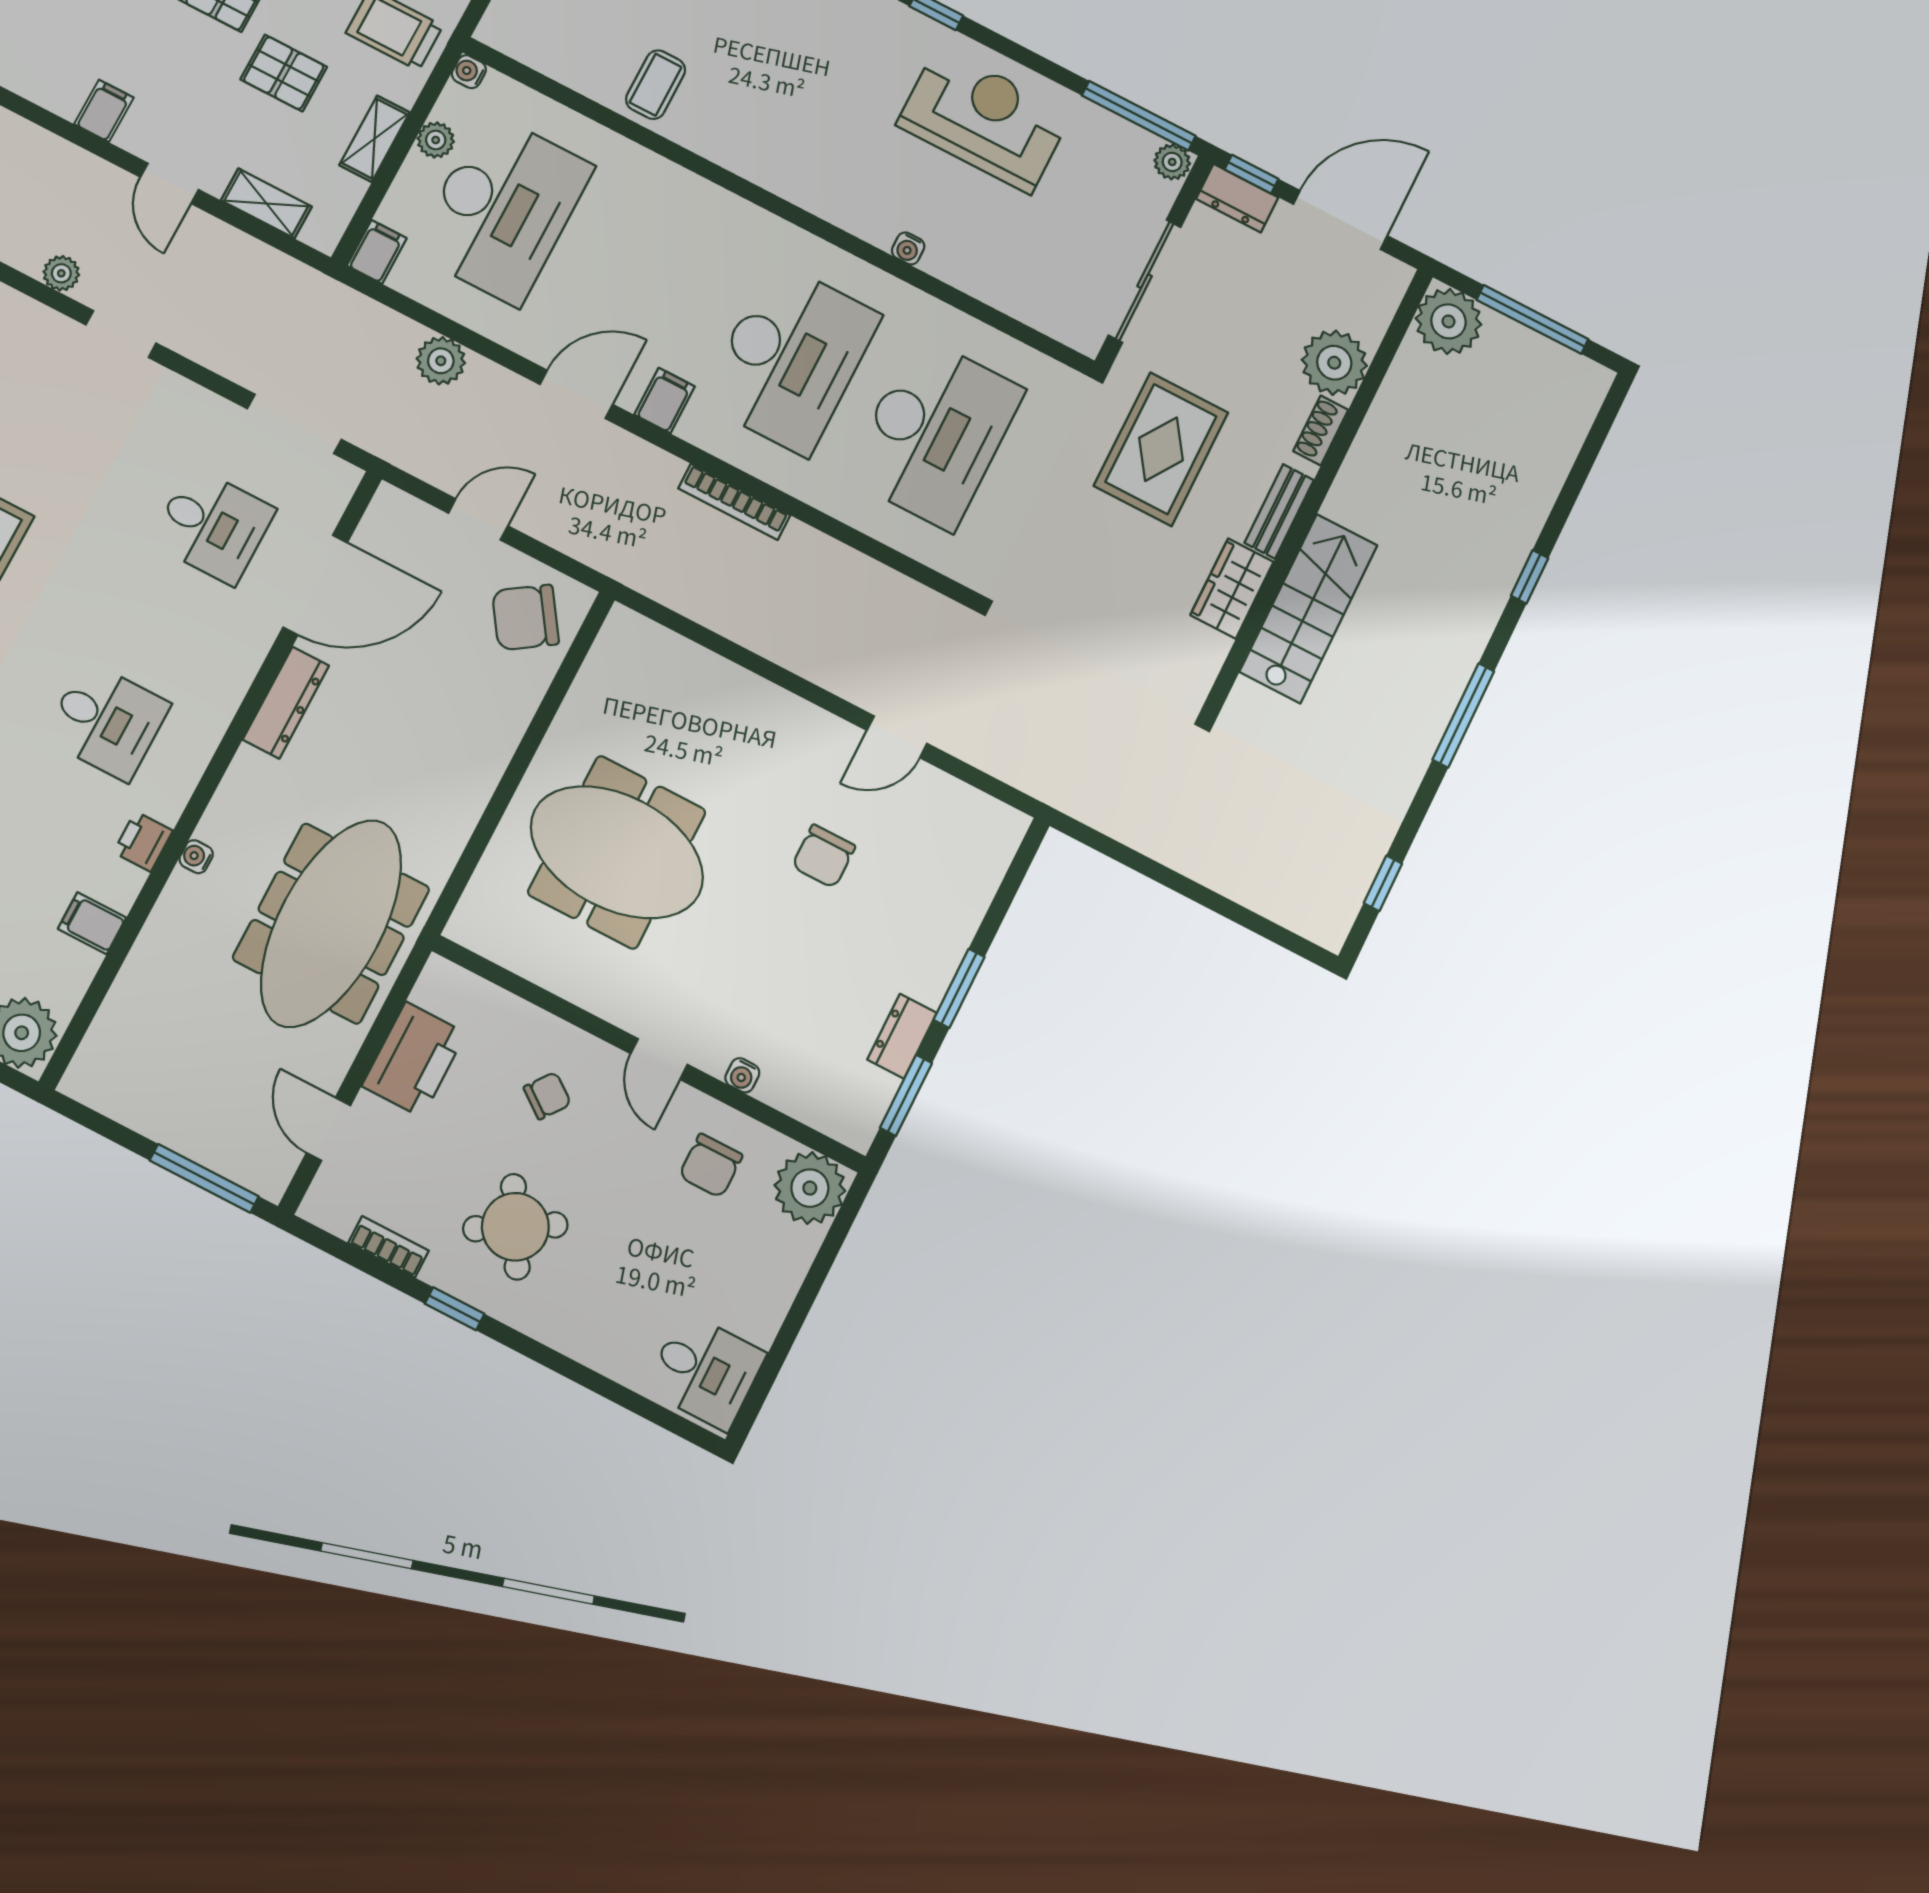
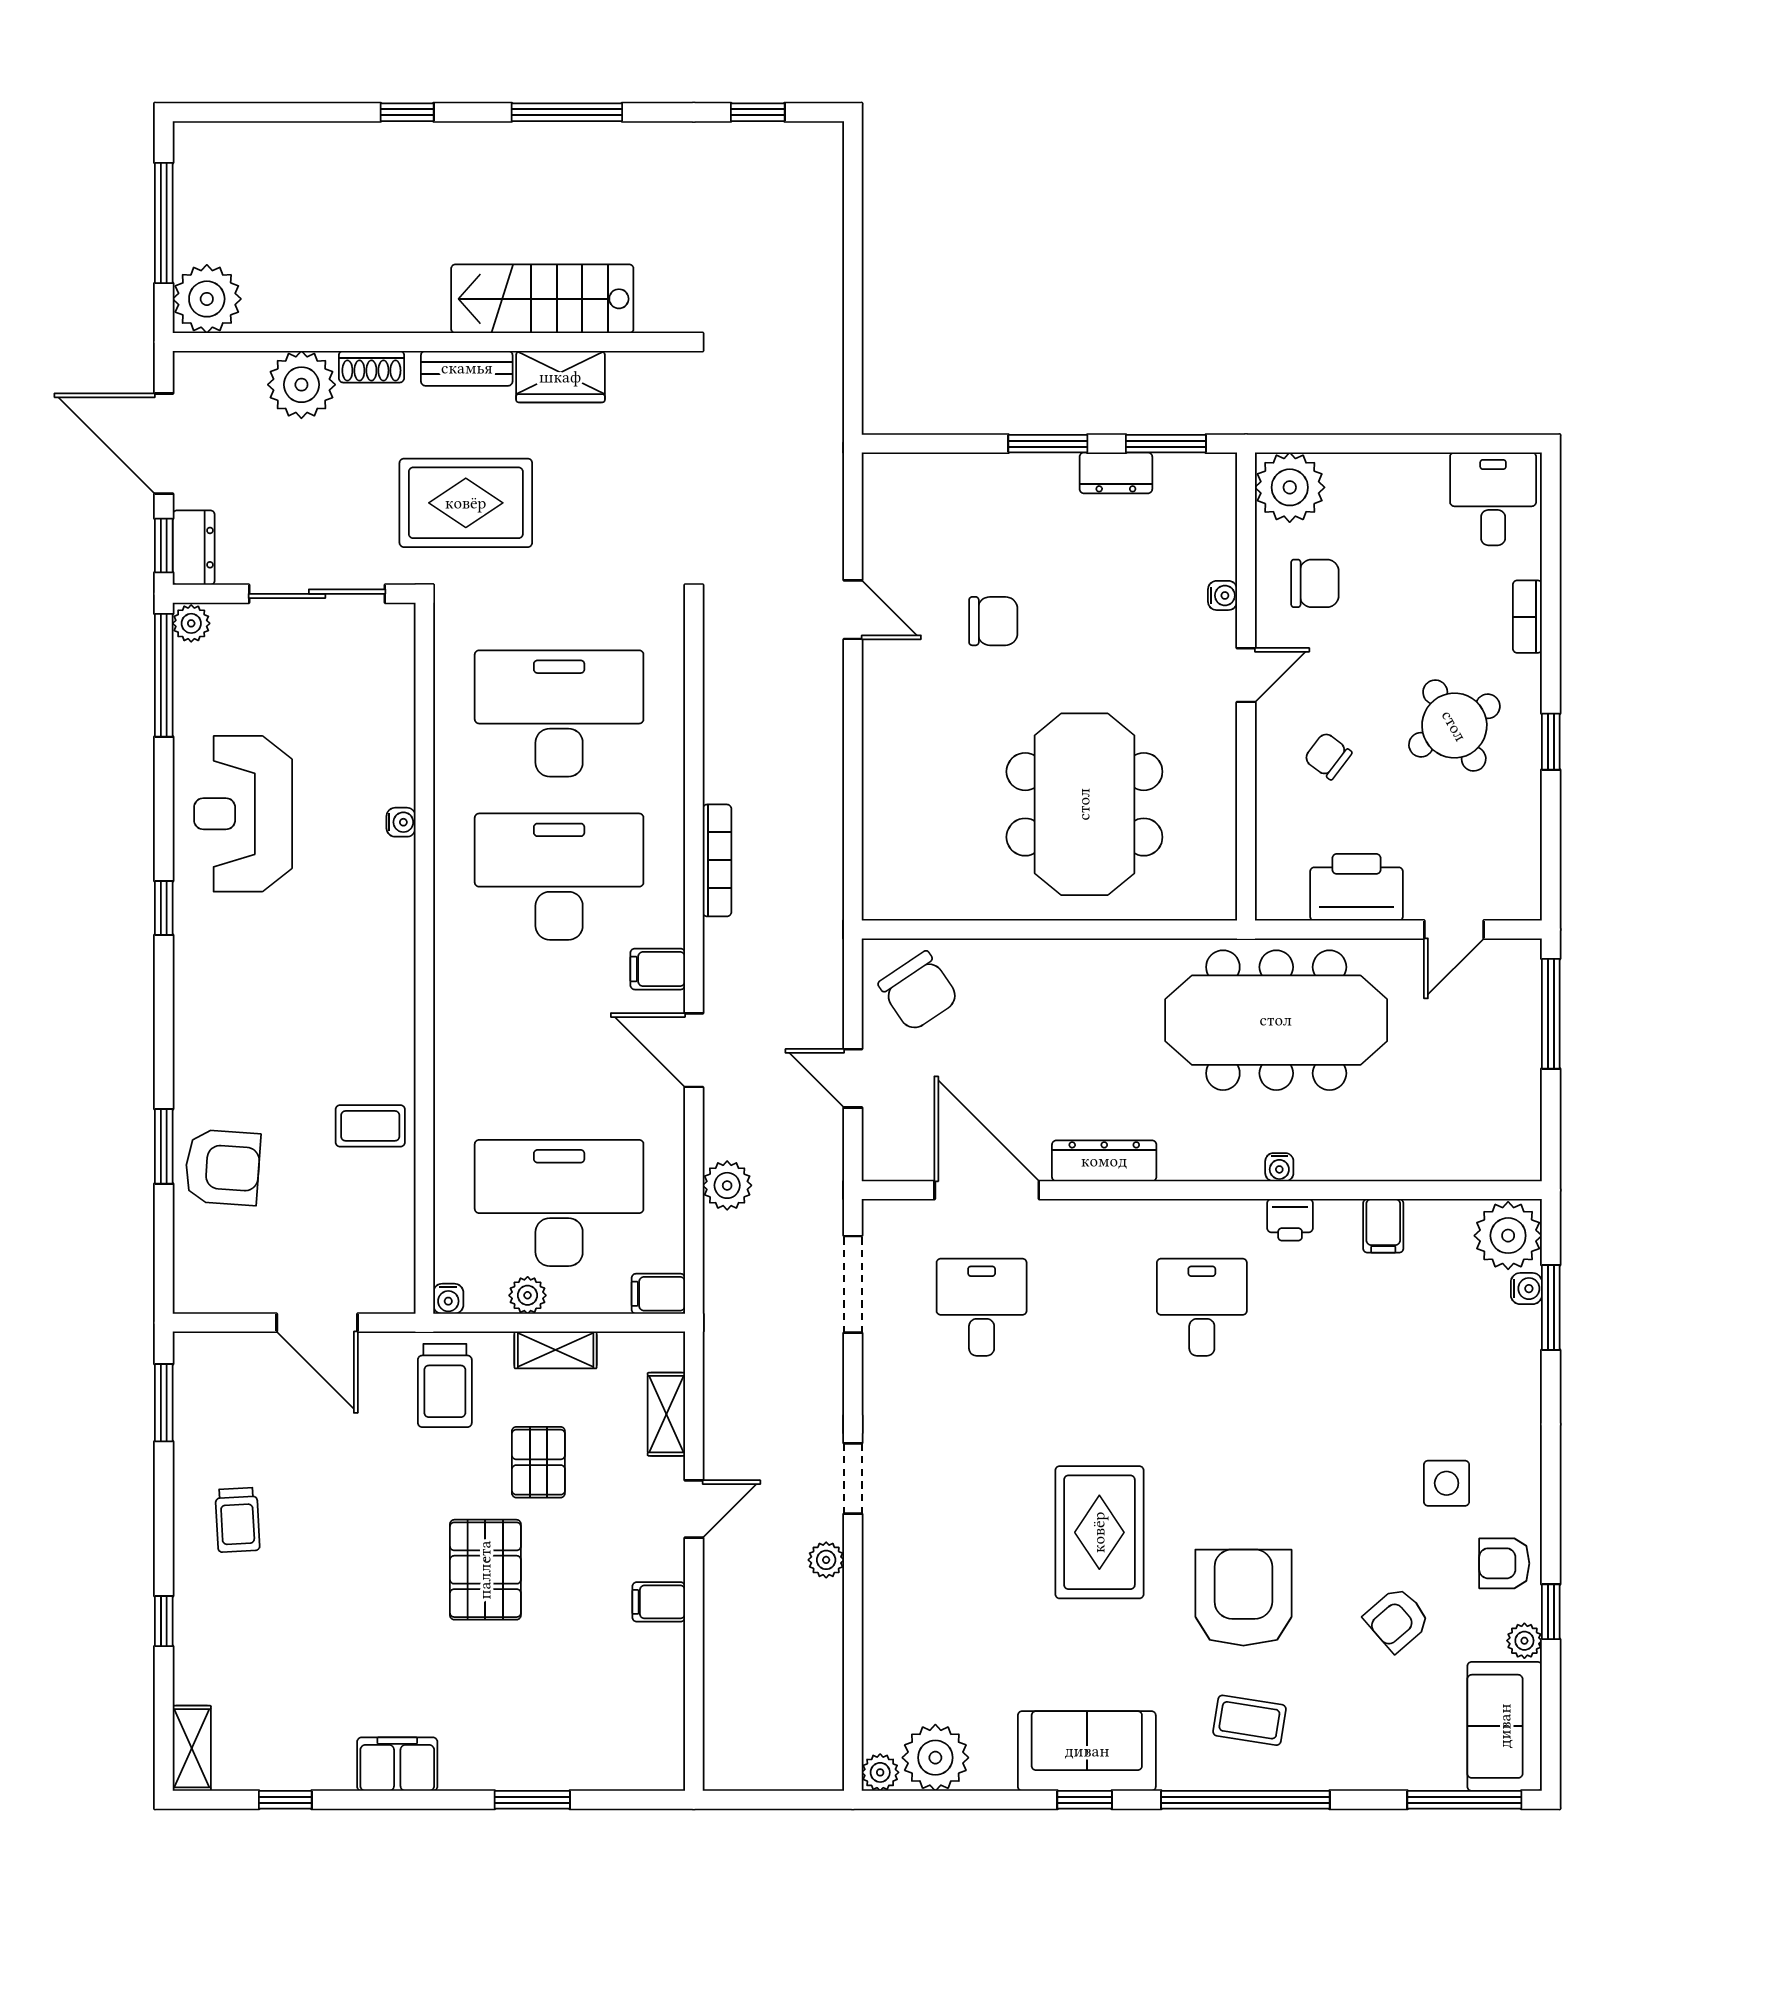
bookcase: (389, 1247) -> (1527, 617), moved

